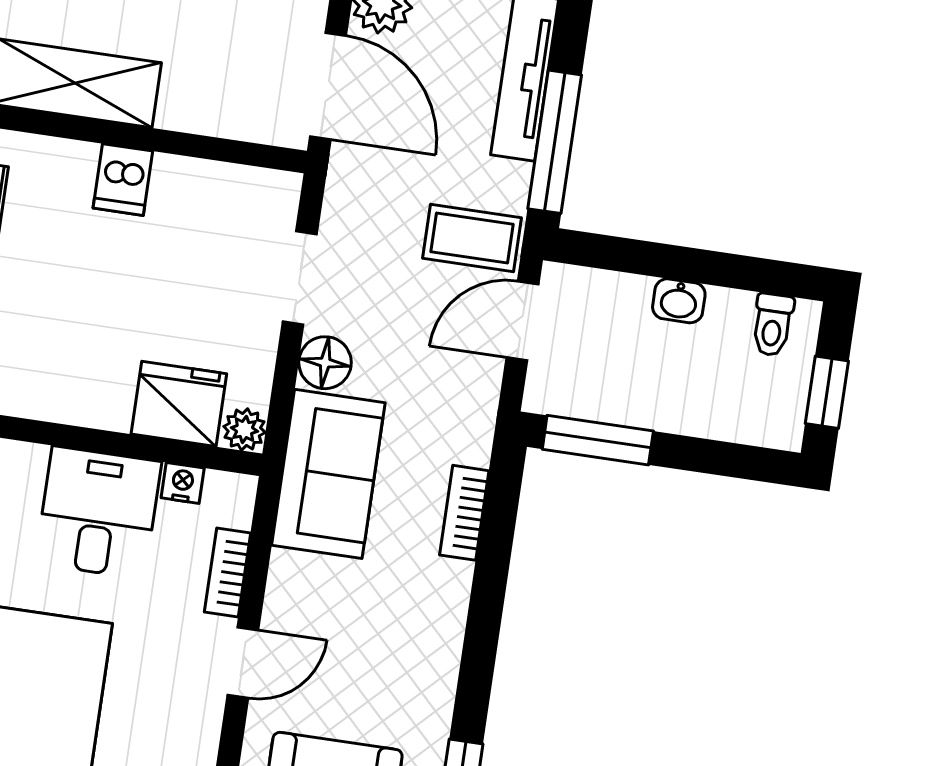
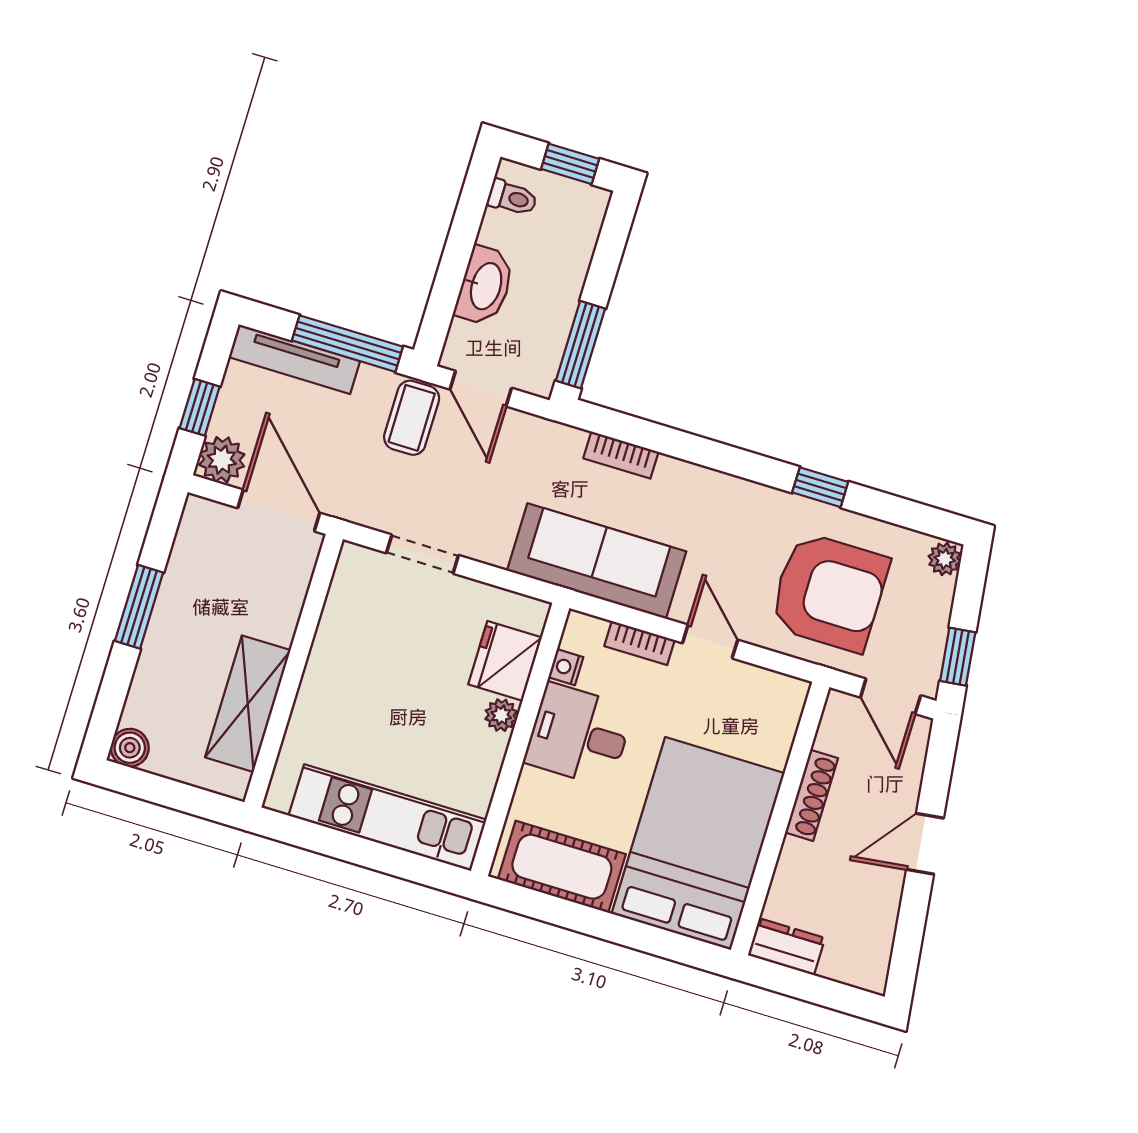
door: (328, 86) -> (279, 510), hinge flipped
dishwasher: (123, 180) -> (327, 678), removed
washbasin: (679, 301) -> (485, 286), width x1.91, depth x1.45
floor lamp: (325, 363) -> (490, 544), removed
plant: (244, 430) -> (501, 715), moved
sofa: (328, 474) -> (597, 561), width x1.36

